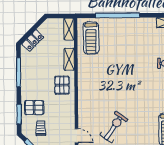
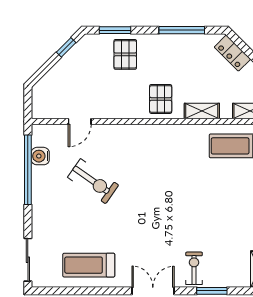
pallet: (62, 85) -> (161, 99), turned 90
trolley: (41, 128) -> (92, 65), removed

